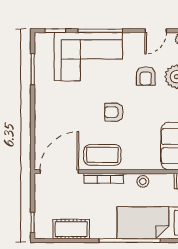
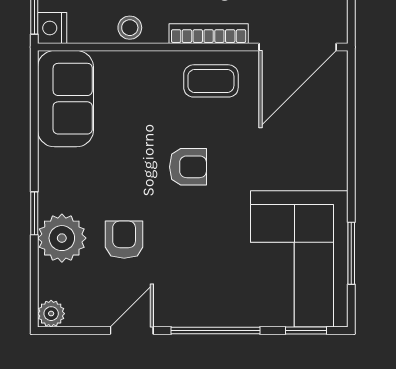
door: (156, 31) -> (132, 330), moved
corner sofa: (88, 57) -> (299, 259), moved, turned -90
coffee table: (102, 155) -> (211, 81), width x0.73, depth x0.77

